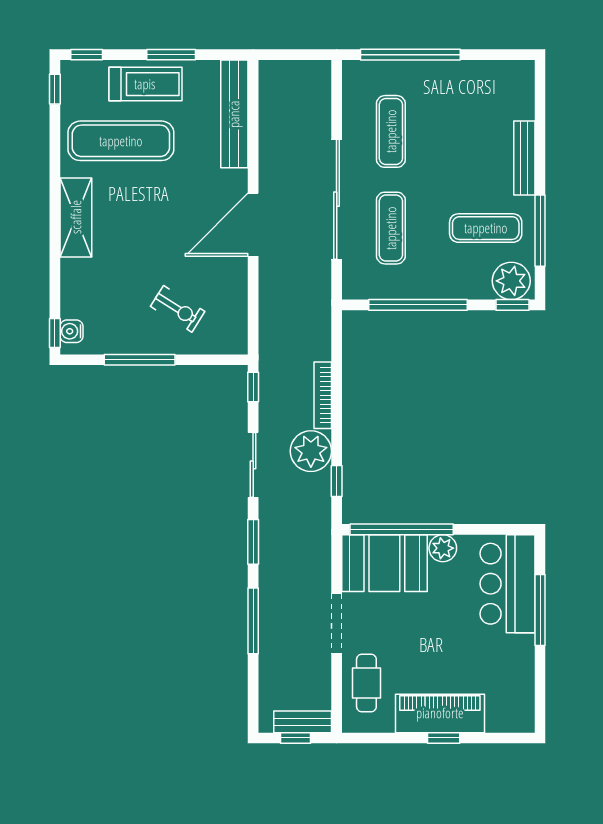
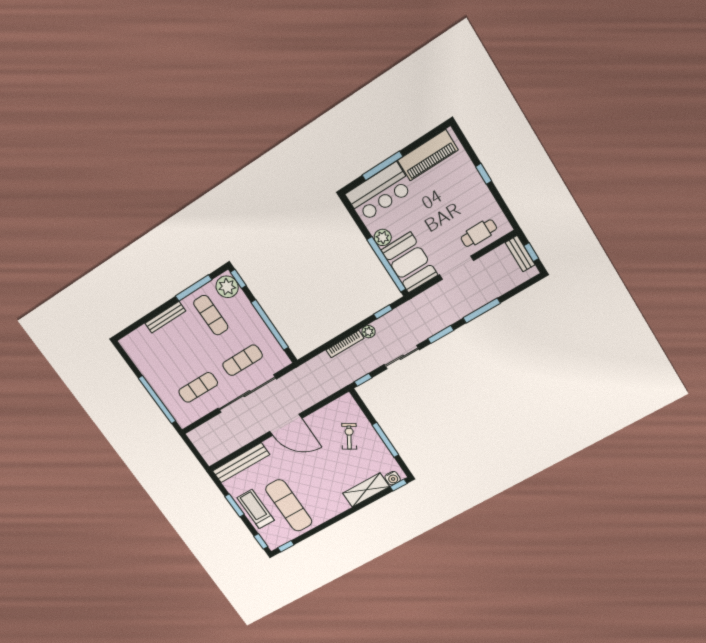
shelving: (76, 217) -> (366, 490), moved
plant: (311, 451) -> (368, 332), width x0.53, depth x0.53
piano: (440, 713) -> (428, 155), moved, turned -90

